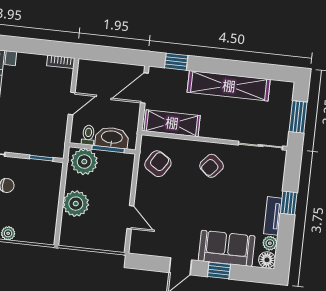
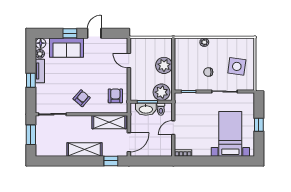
shelving: (229, 86) -> (84, 149), width x0.68
armchair: (158, 164) -> (115, 96), turned 148

